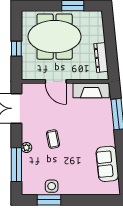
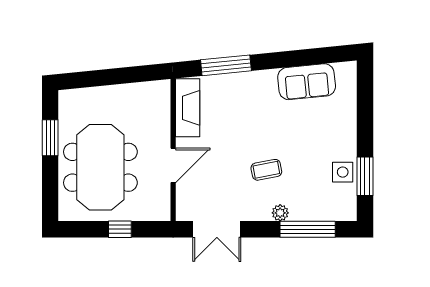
dresser: (101, 57) -> (134, 92), removed

